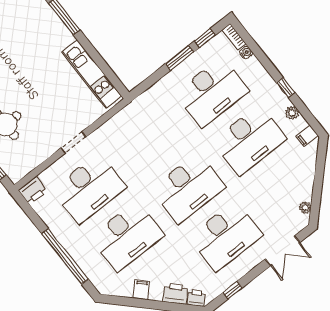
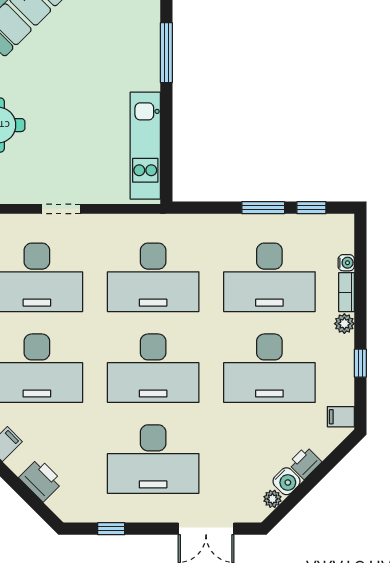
bookcase: (234, 37) -> (347, 292), moved
window: (286, 88) -> (360, 363), moved
plant: (292, 113) -> (344, 324), moved
desk: (150, 140) -> (153, 277), added
water cooler: (305, 192) -> (286, 481), added
printer: (196, 298) -> (305, 463), moved, turned -90

